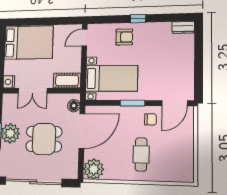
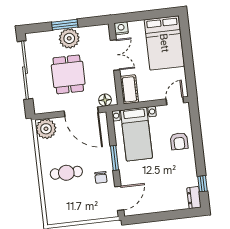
window: (138, 19) -> (202, 184), moved
door: (85, 38) -> (175, 101), hinge flipped
double door: (33, 91) -> (115, 55), swing flipped
door: (175, 103) -> (119, 198), swing flipped

